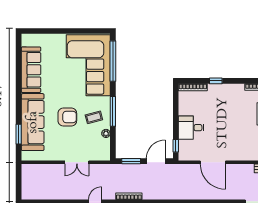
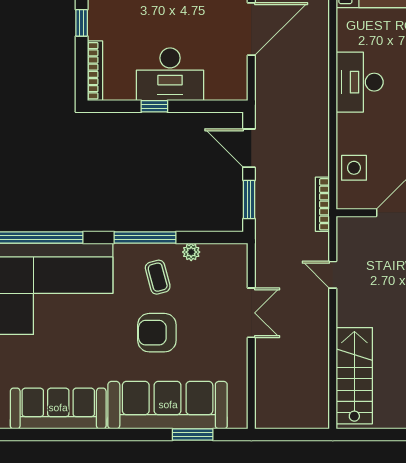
armchair: (67, 117) -> (157, 333), turned -90
desk: (191, 128) -> (170, 74), width x1.37
window: (176, 146) -> (154, 106), moved

